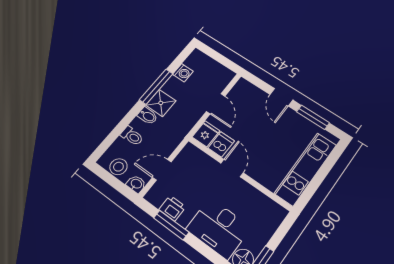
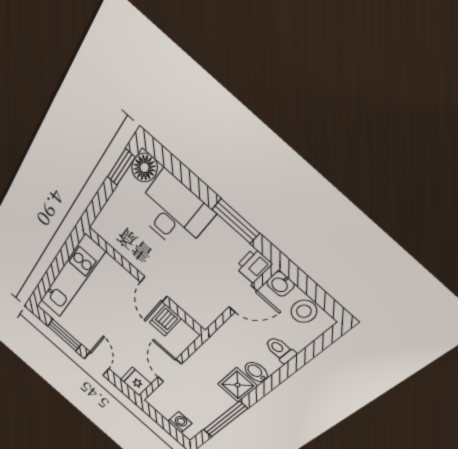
washing machine: (183, 73) -> (180, 422), moved, turned 90
window: (156, 87) -> (225, 419), moved
fridge: (206, 134) -> (136, 382), moved, turned 90
printer: (172, 208) -> (254, 266), moved, turned 90

